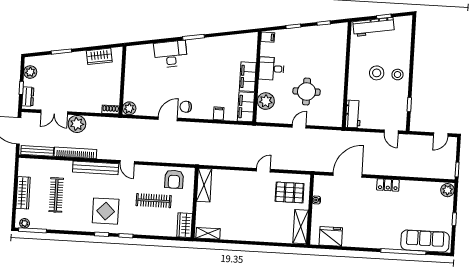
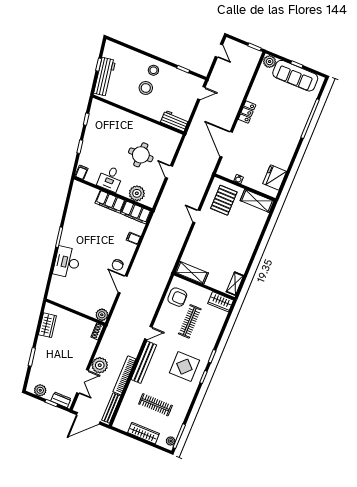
sofa: (425, 241) -> (295, 76), moved, turned -90

